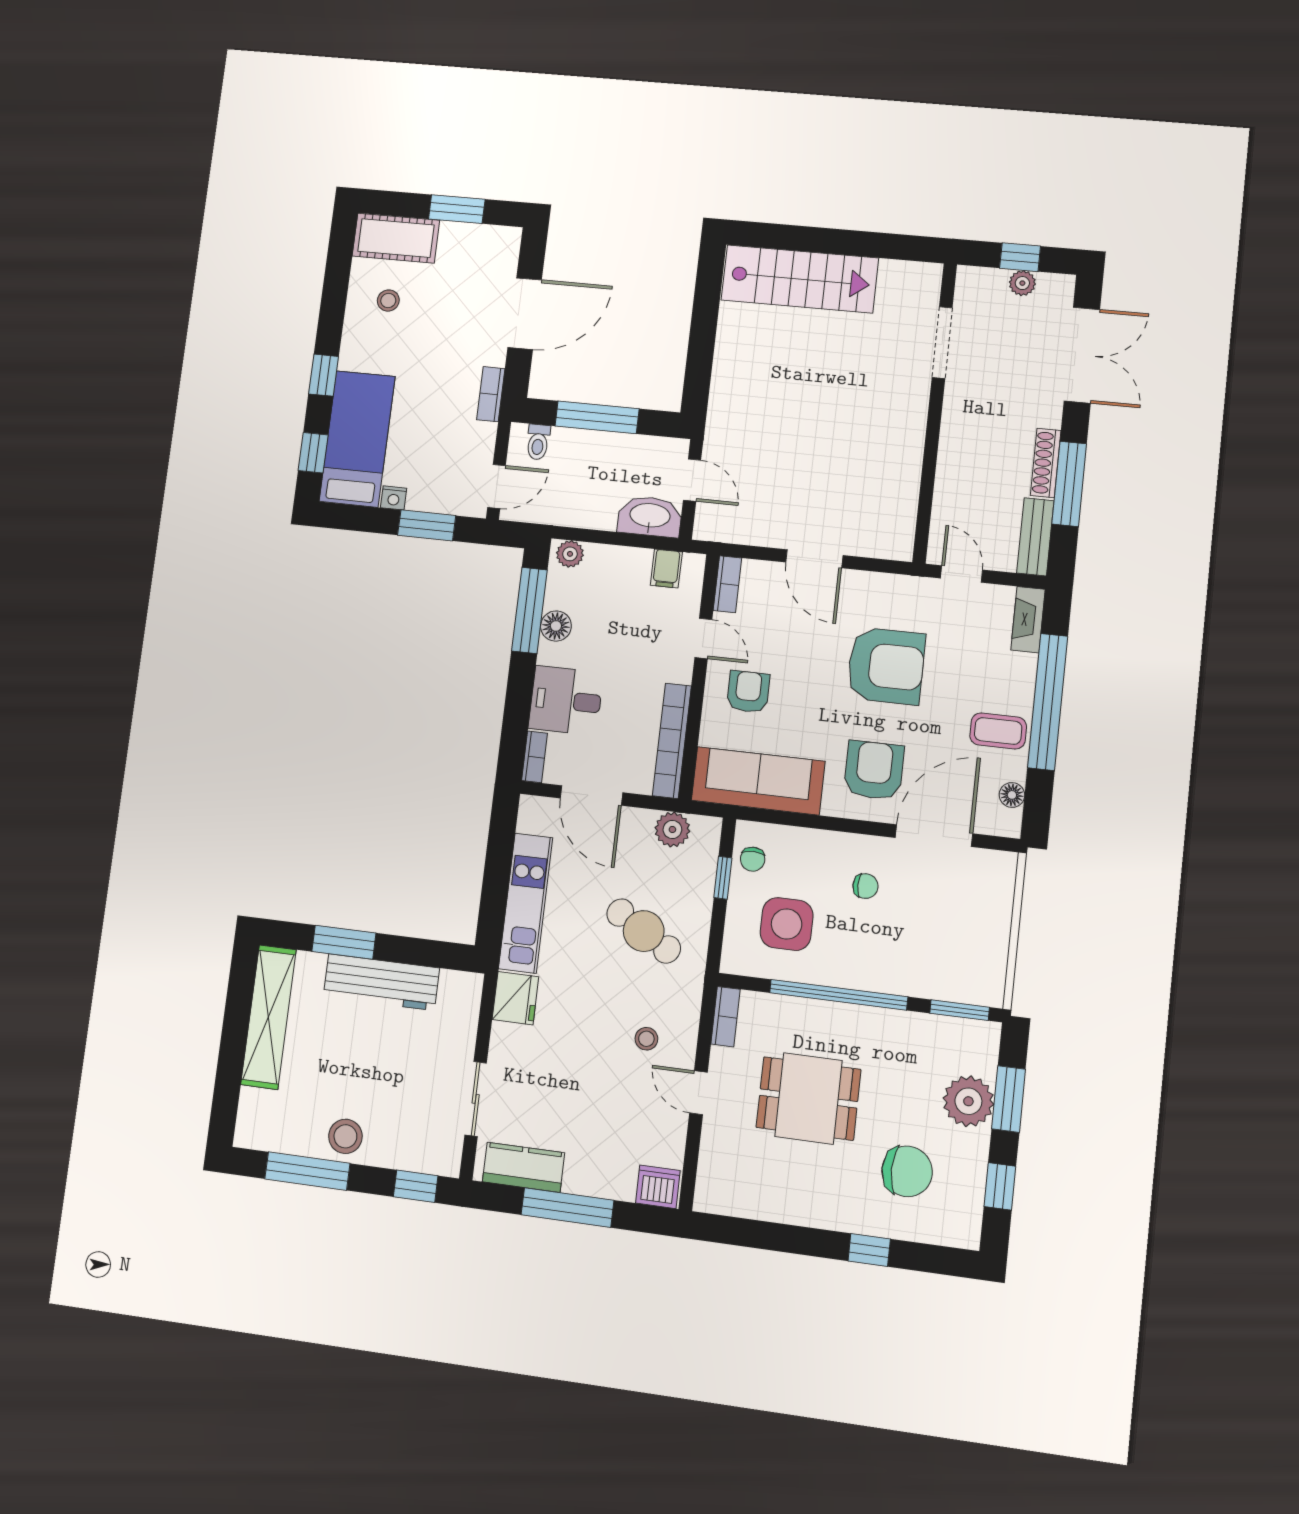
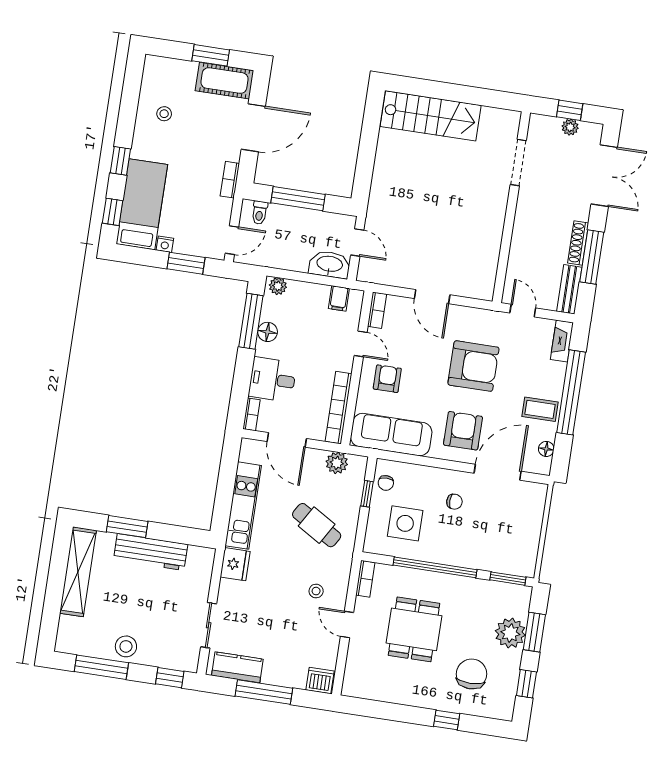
cot: (396, 238) -> (224, 81), moved
dining table: (808, 1098) -> (414, 629), turned 90
chair: (907, 1171) -> (472, 674), turned -90

